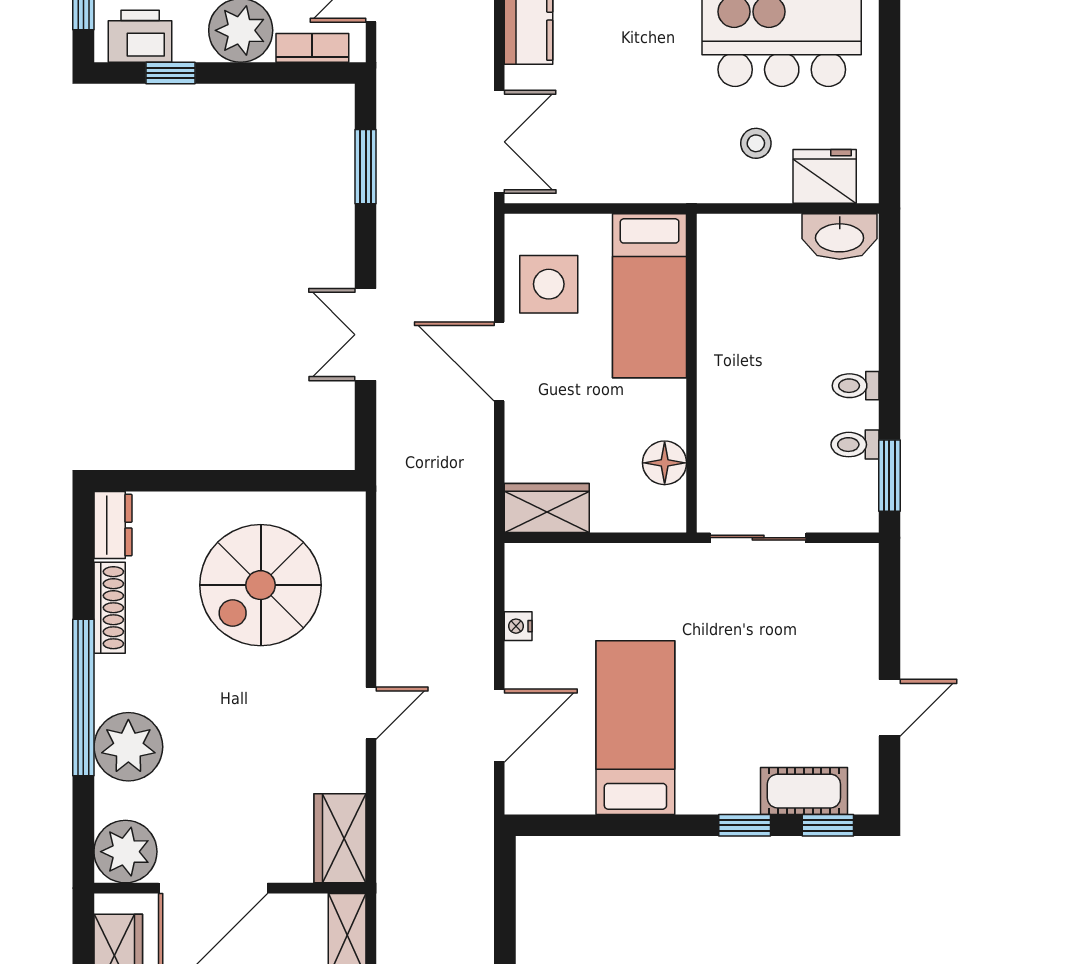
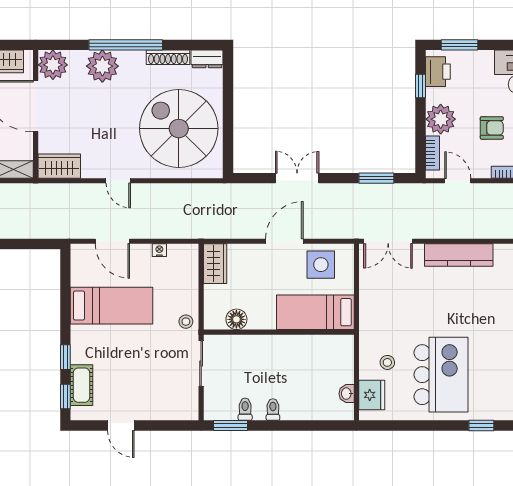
washbasin: (840, 236) -> (347, 394), width x0.52, depth x0.69
stool: (669, 570) -> (186, 322), added
spiral stairs: (261, 585) -> (179, 129), width x1.37, depth x1.37

